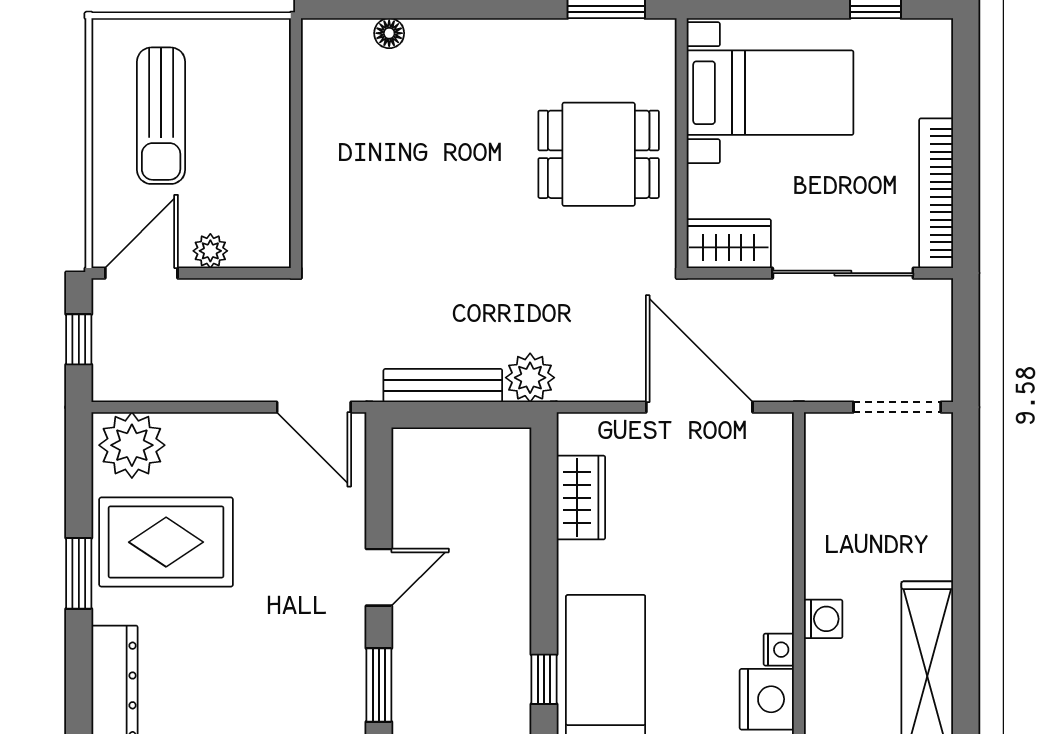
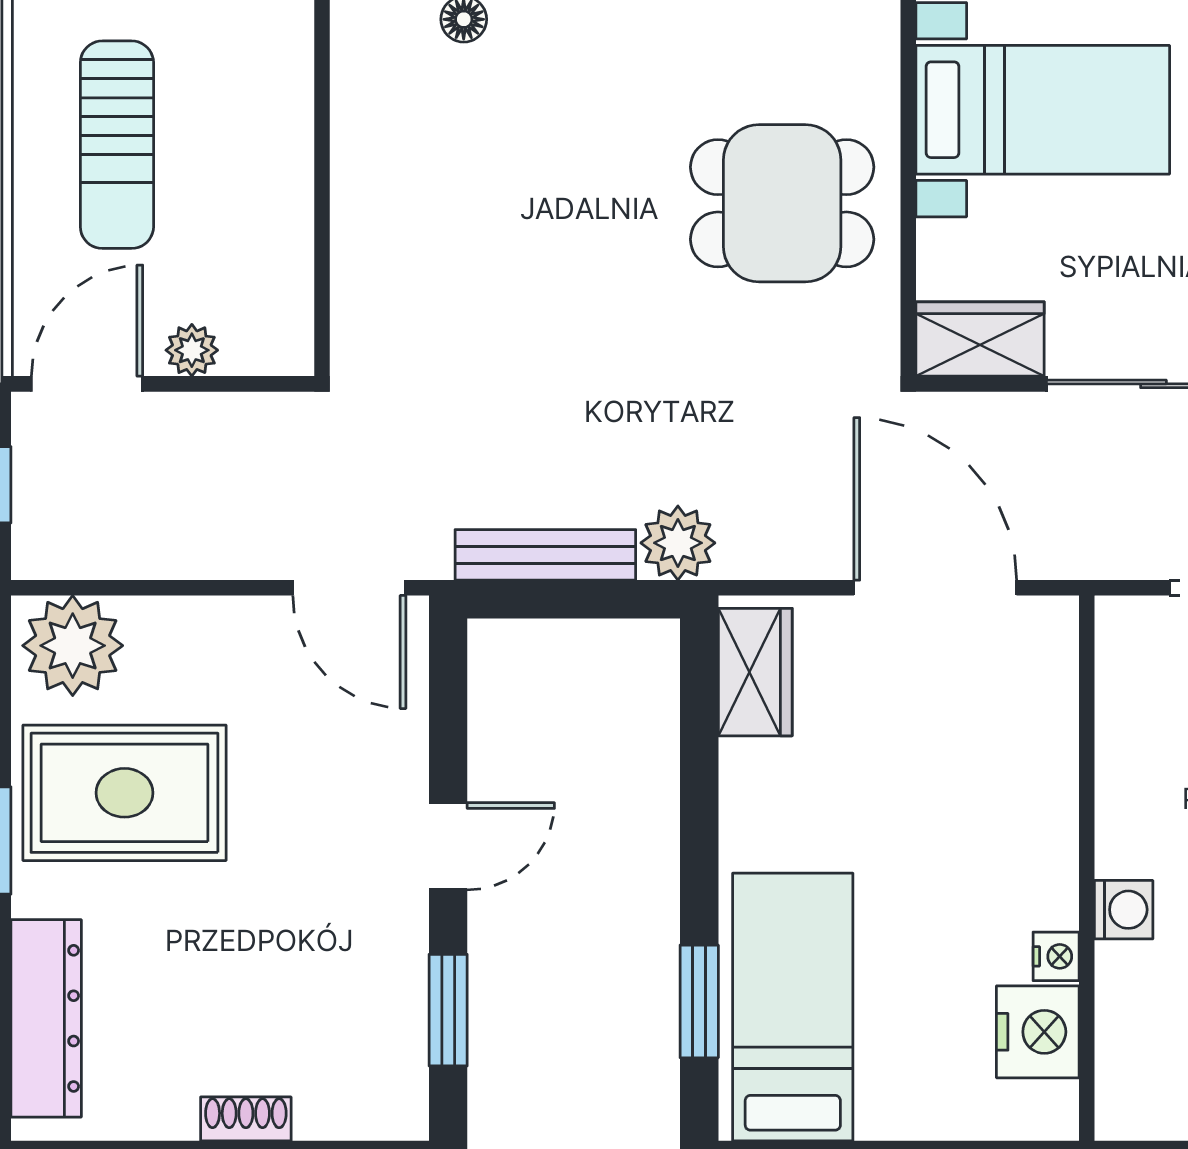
wardrobe: (581, 498) -> (755, 672), moved
window: (544, 679) -> (699, 1001), width x1.50

